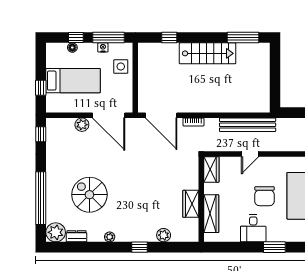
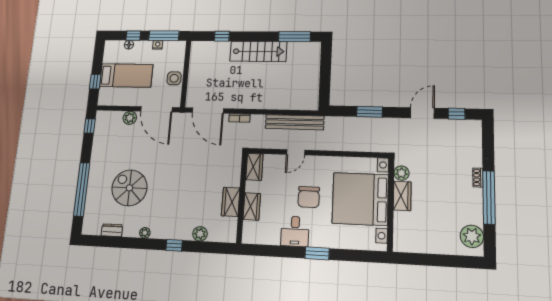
side table: (121, 66) -> (174, 78), moved
wardrobe: (211, 214) -> (252, 206), width x0.67
plant: (56, 232) -> (92, 225), removed

